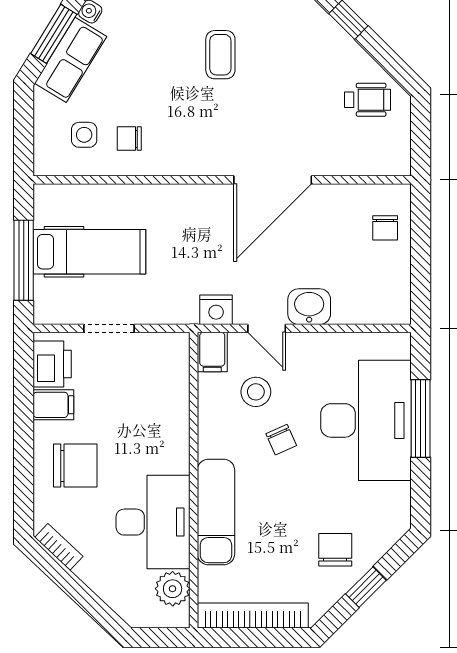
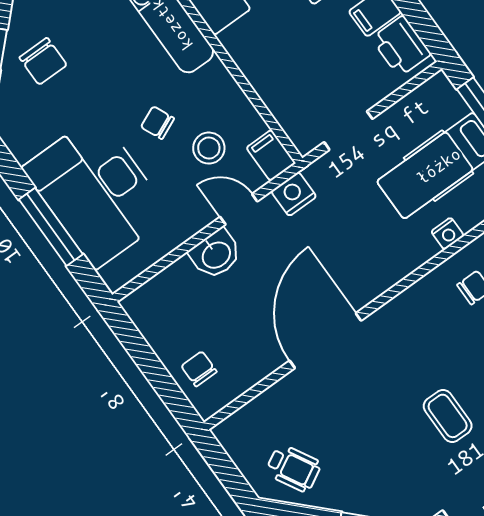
wheelchair: (367, 100) -> (293, 468), turned -119
nightstand: (120, 195) -> (448, 234), added
doorway: (109, 328) -> (348, 131), moved

